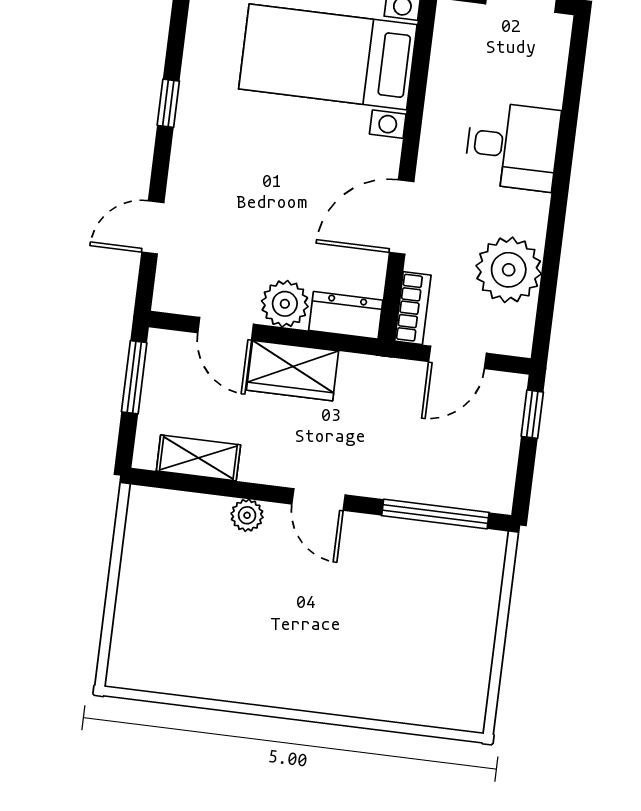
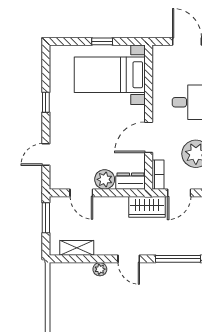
wardrobe: (293, 371) -> (147, 207), moved

